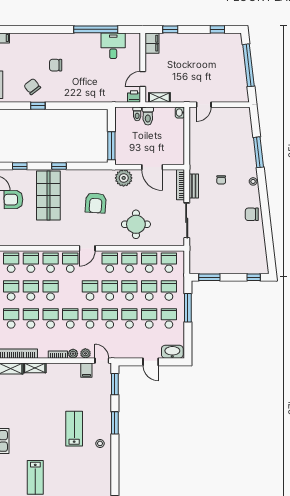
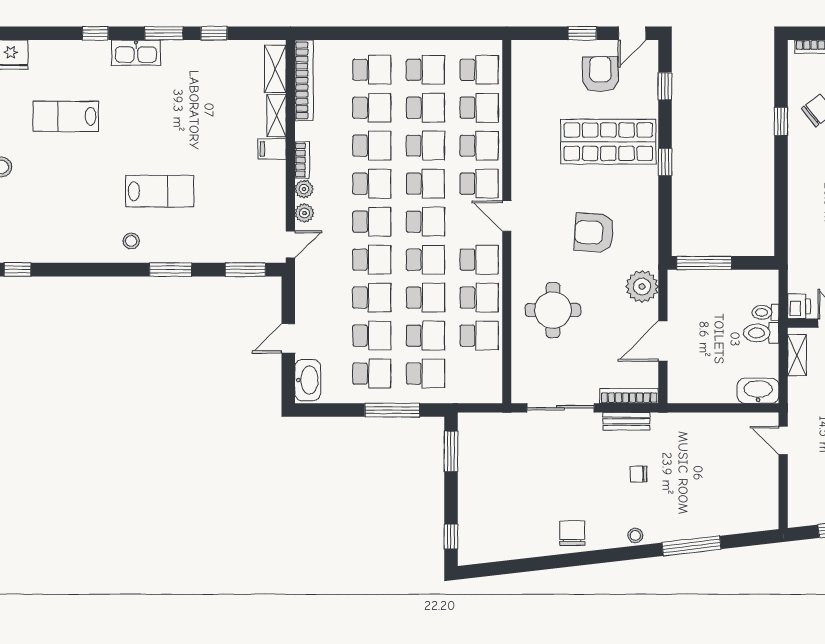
washbasin: (180, 113) -> (758, 391), width x1.91, depth x1.45
school desk: (169, 263) -> (425, 184), moved
filing cabinet: (86, 370) -> (272, 149), moved

